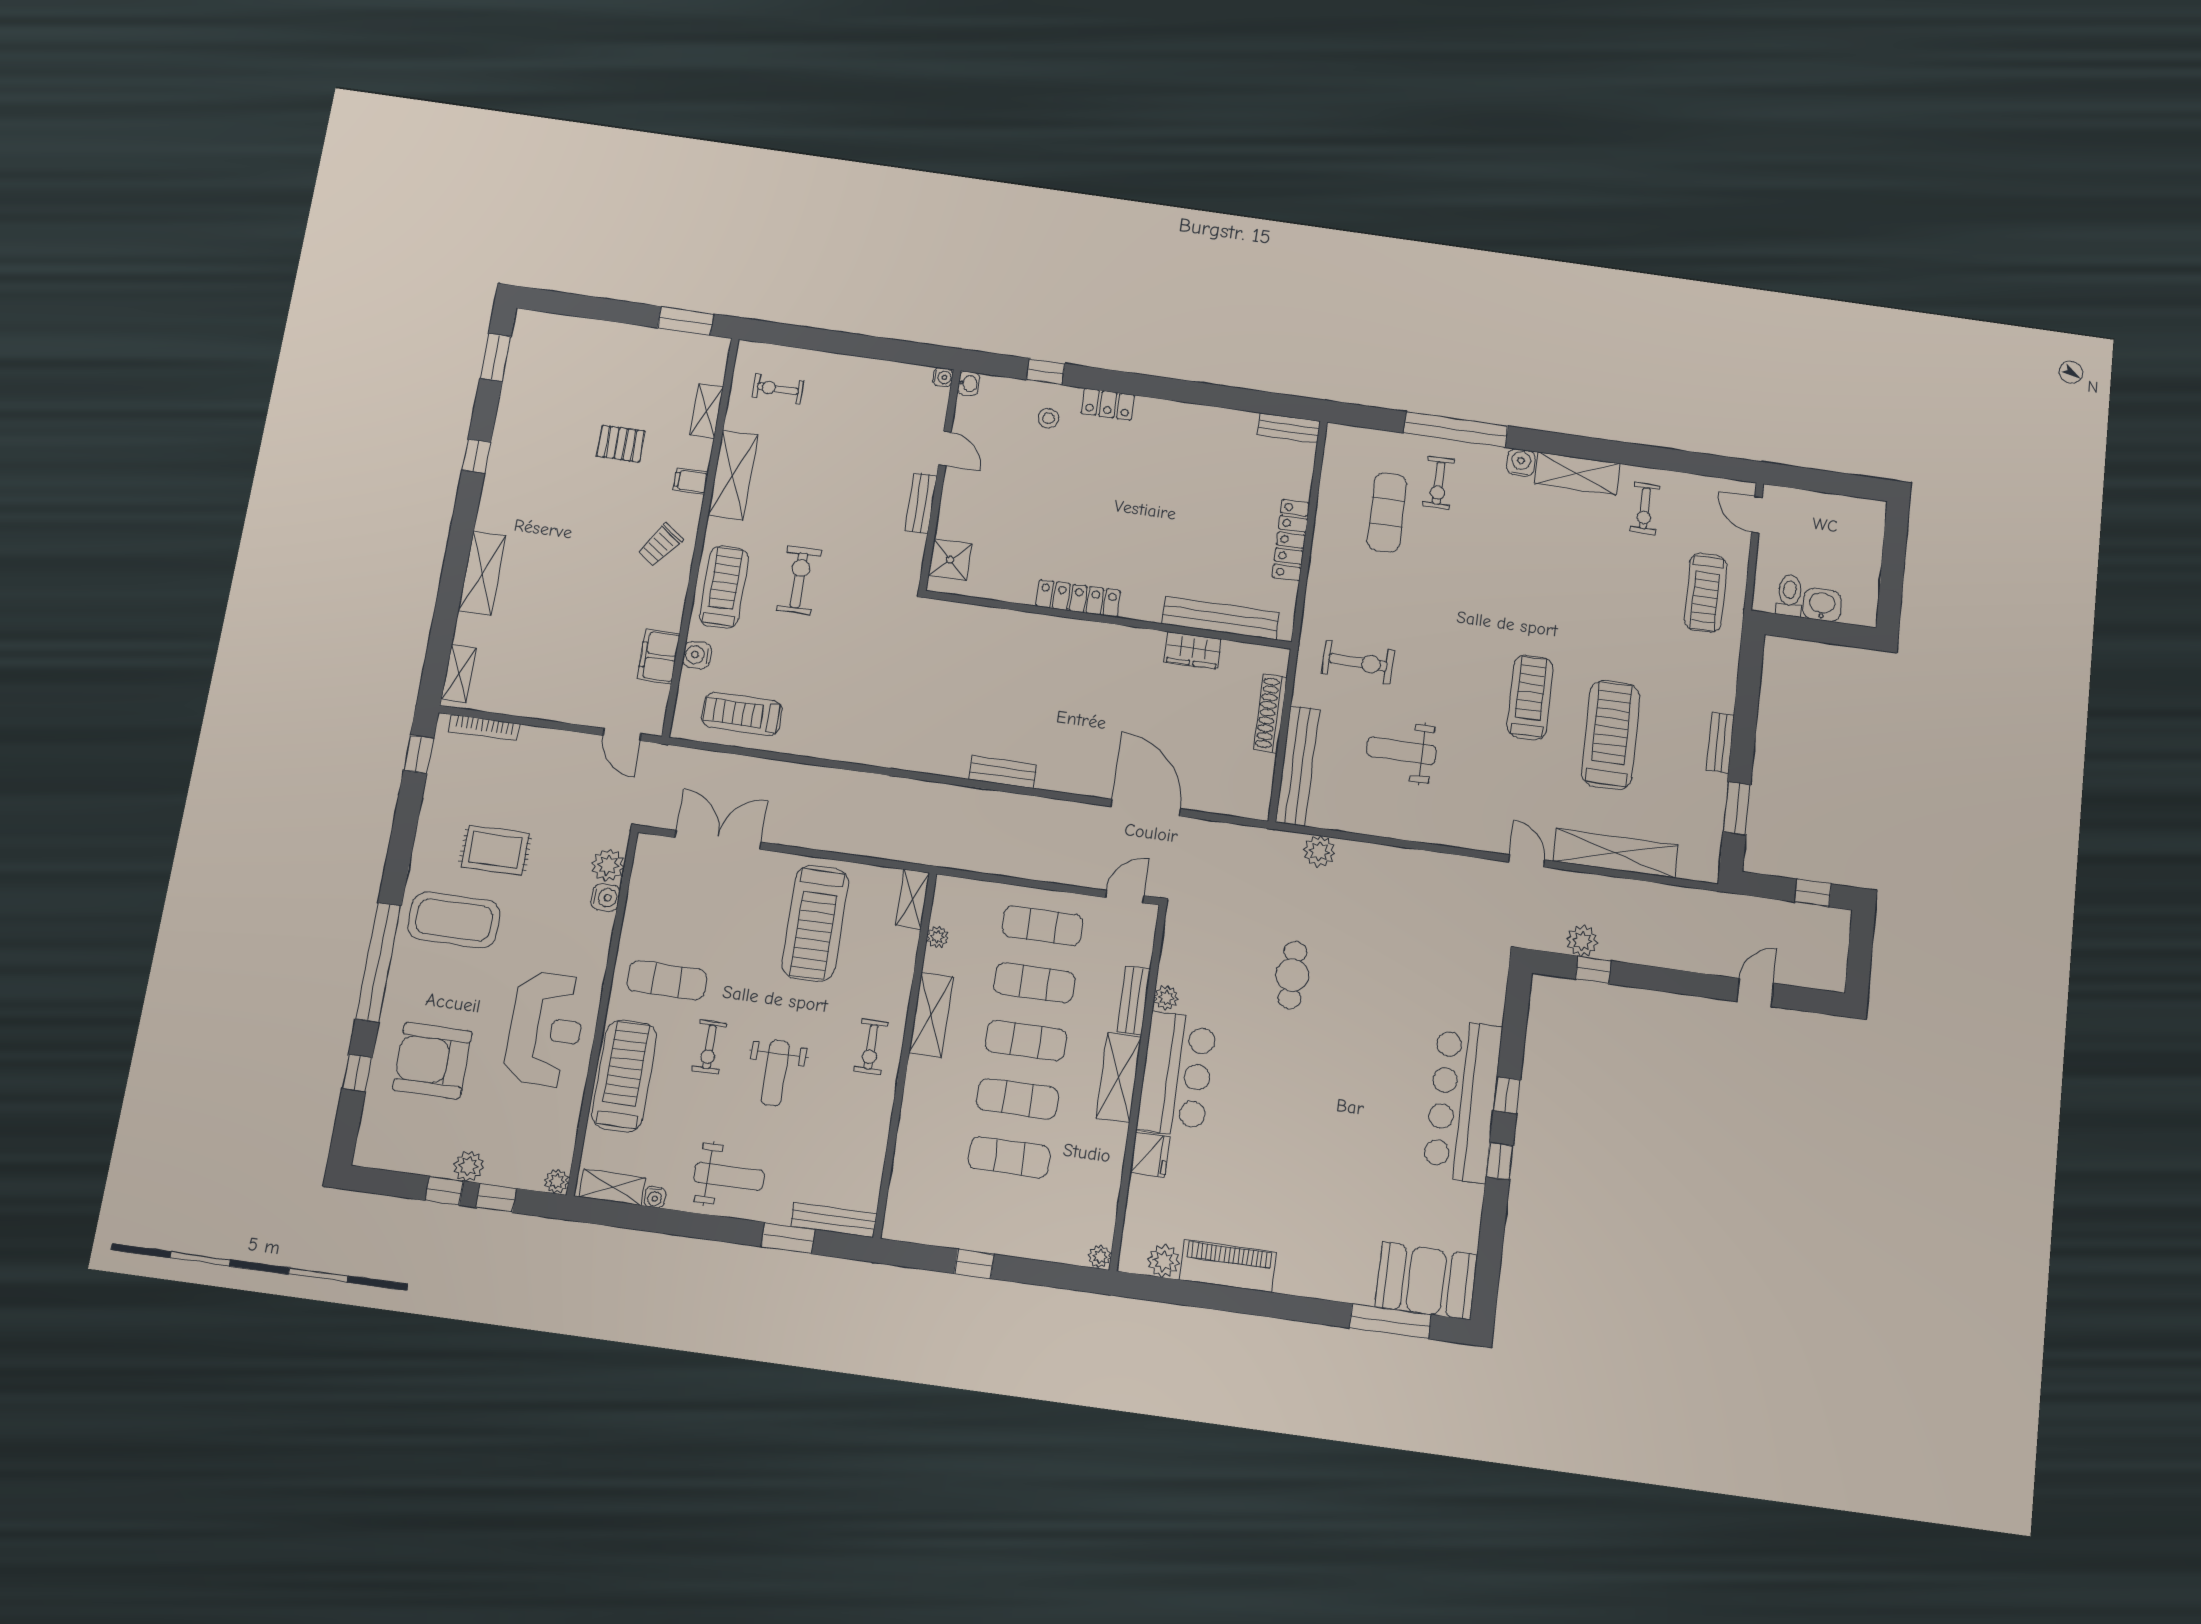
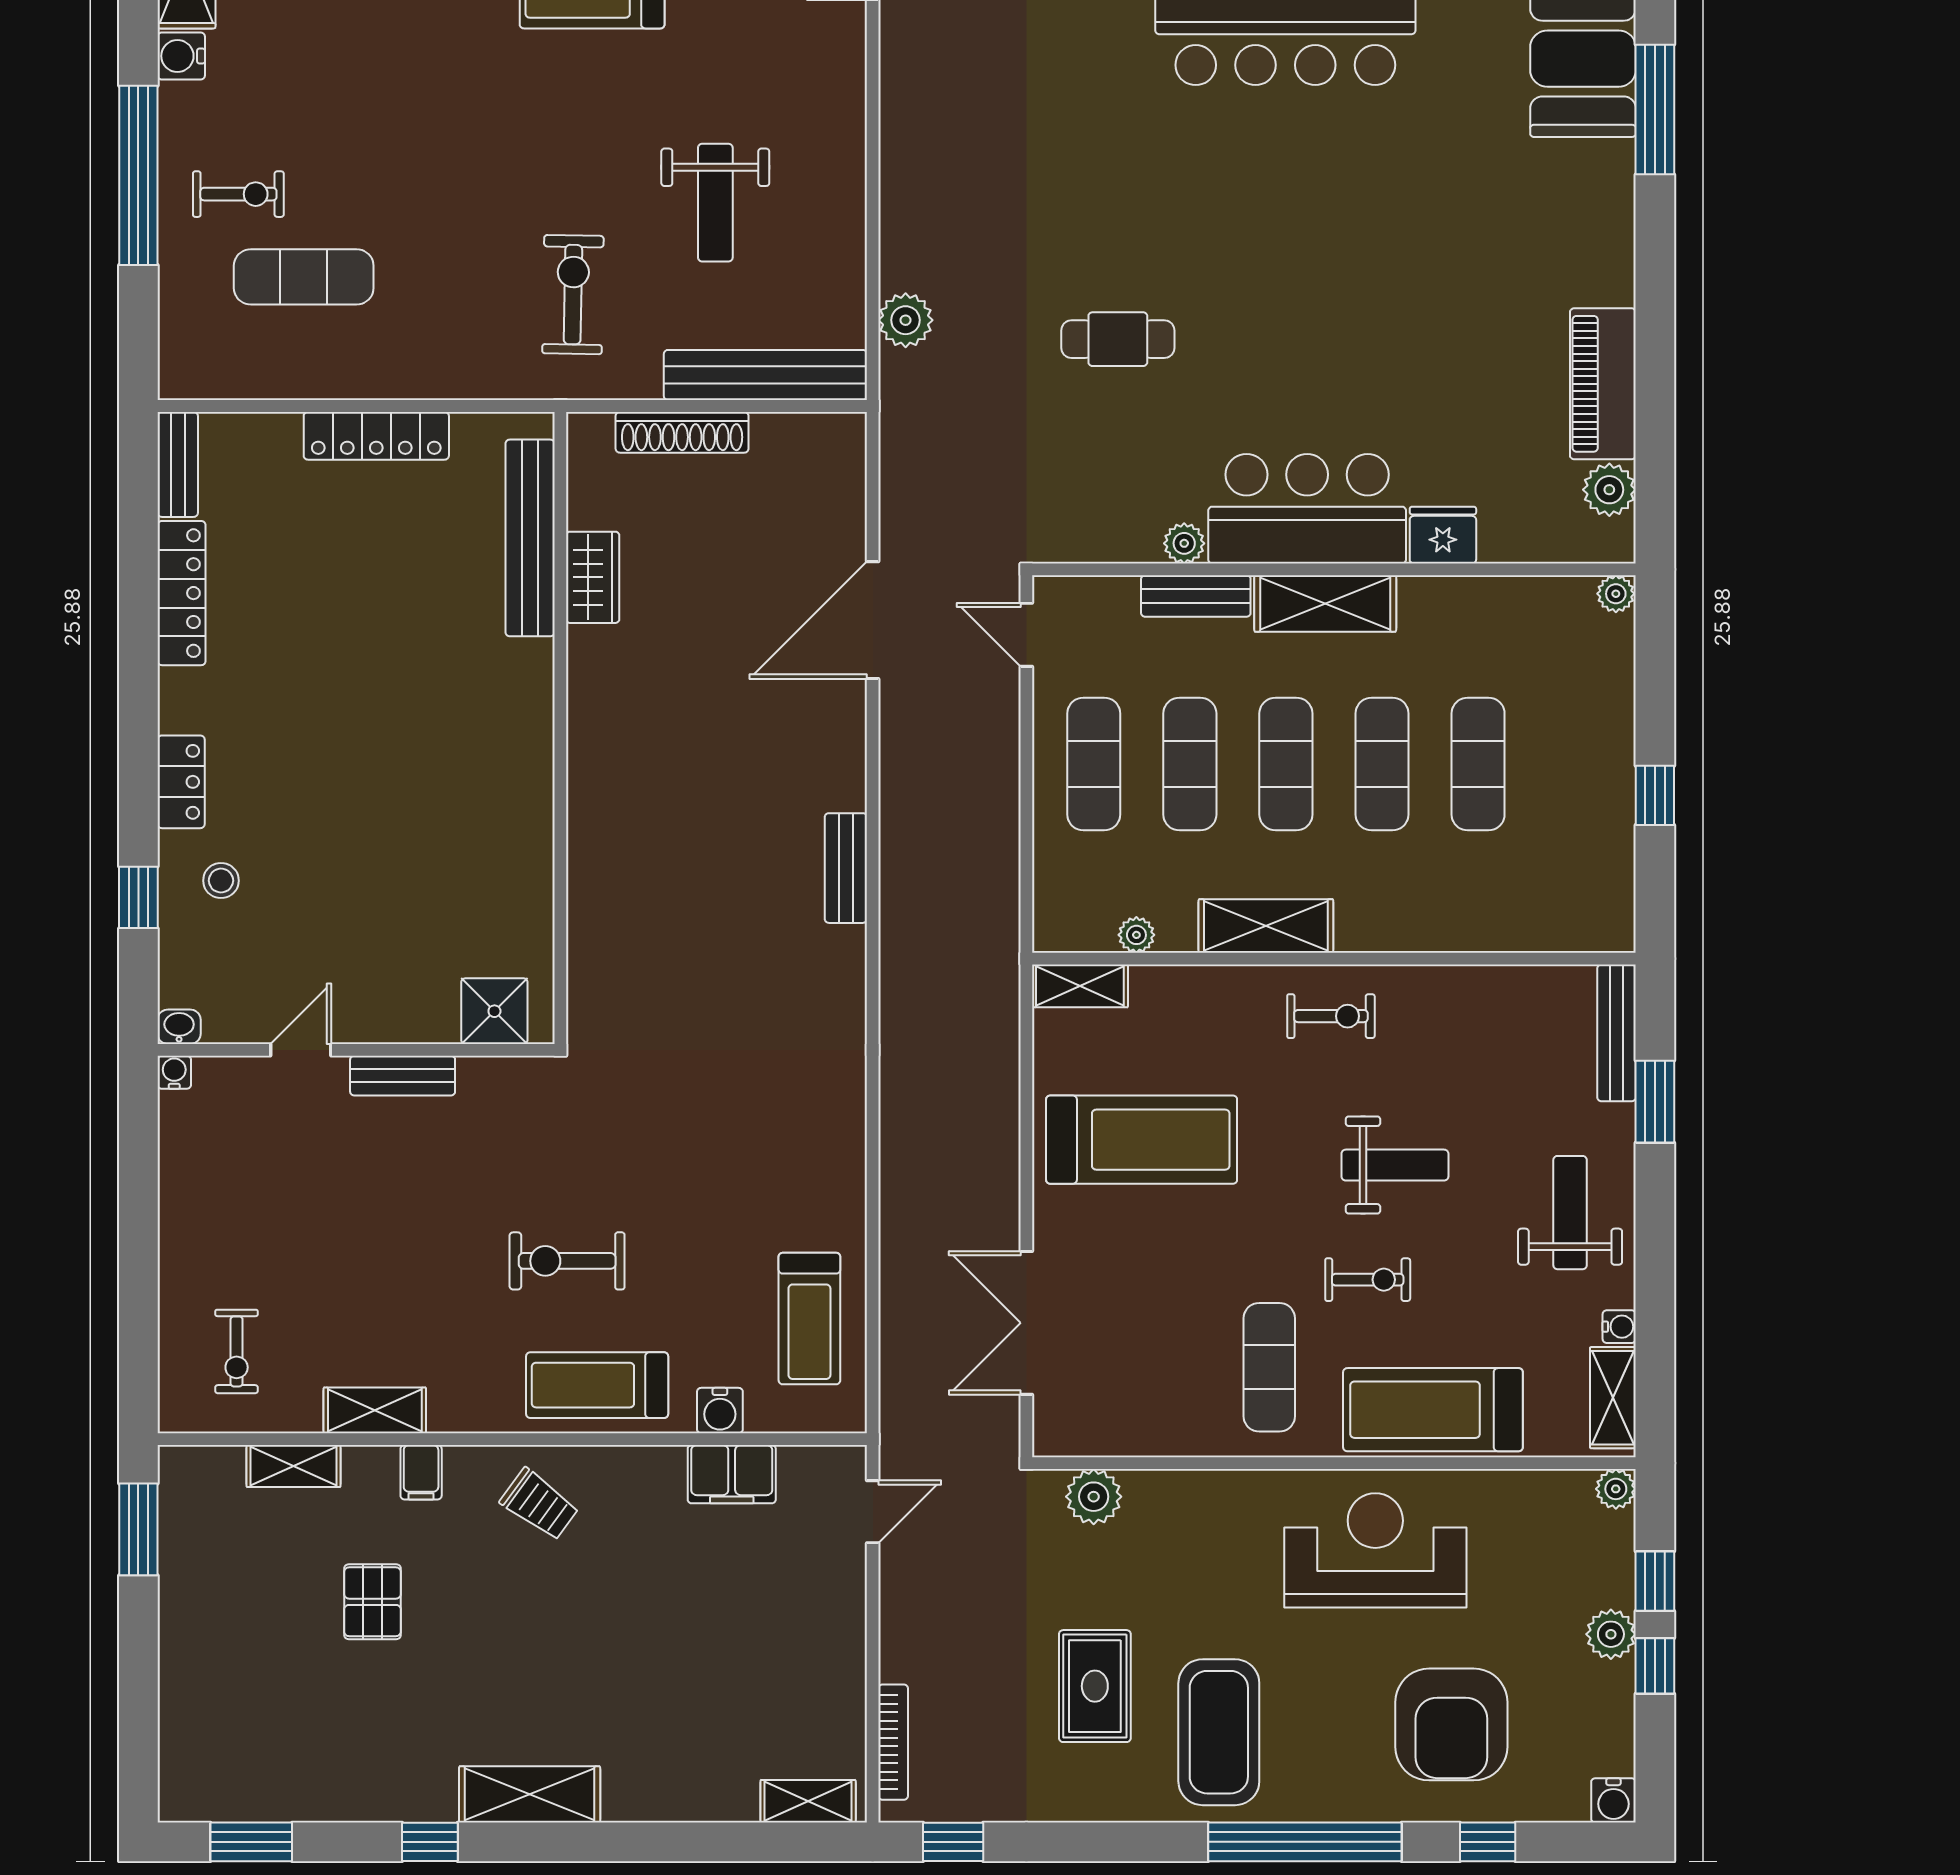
shelving: (733, 475) -> (375, 1410), width x0.67, depth x0.75
shelving: (482, 573) -> (530, 1794), moved
locker: (1078, 598) -> (182, 593), moved, turned 180
water cooler: (606, 897) -> (1613, 1800), moved, turned 180

